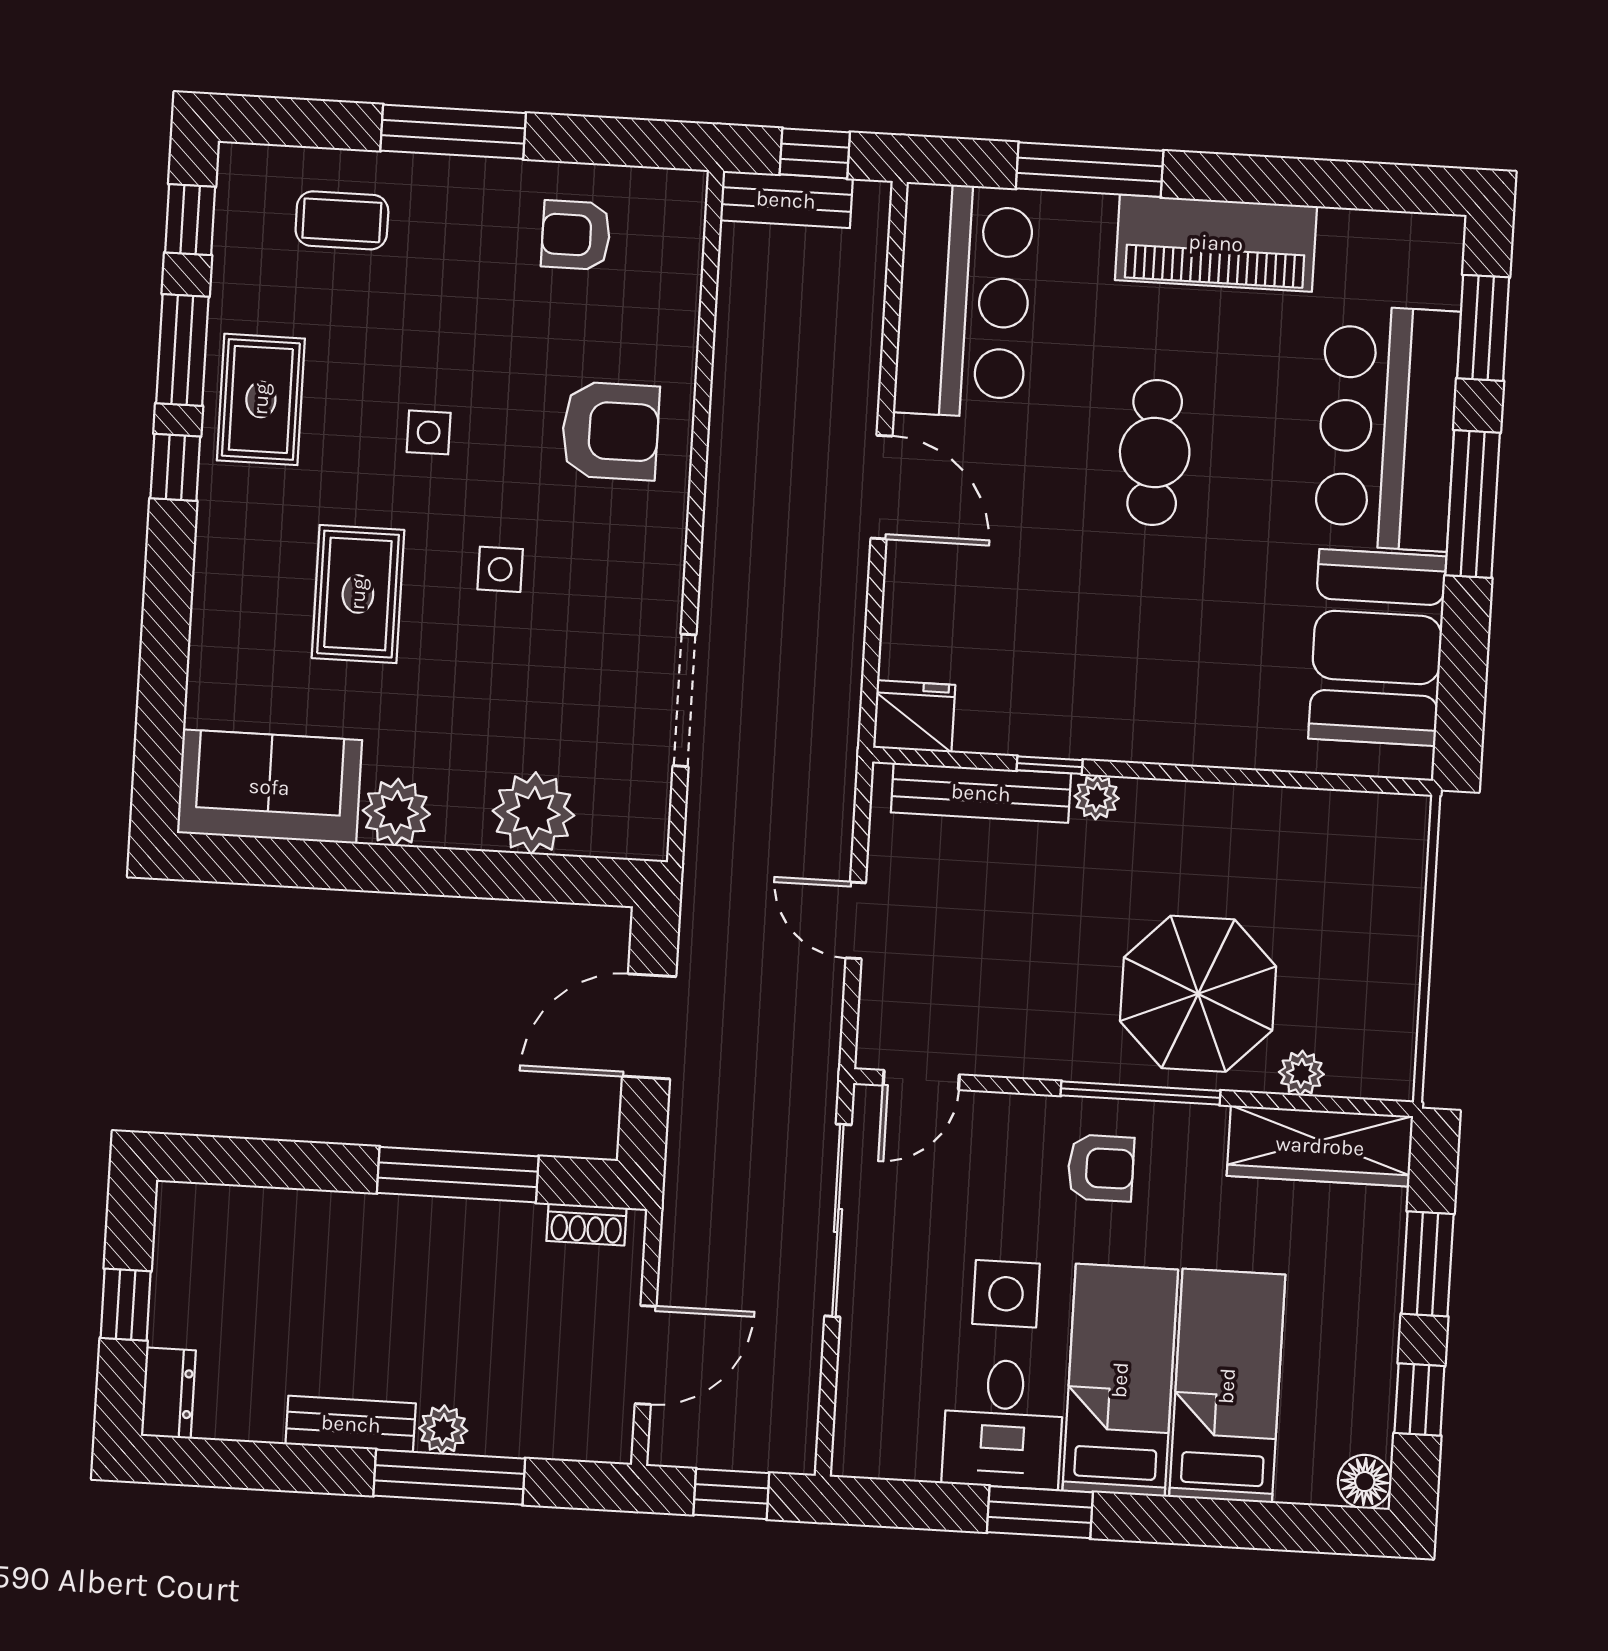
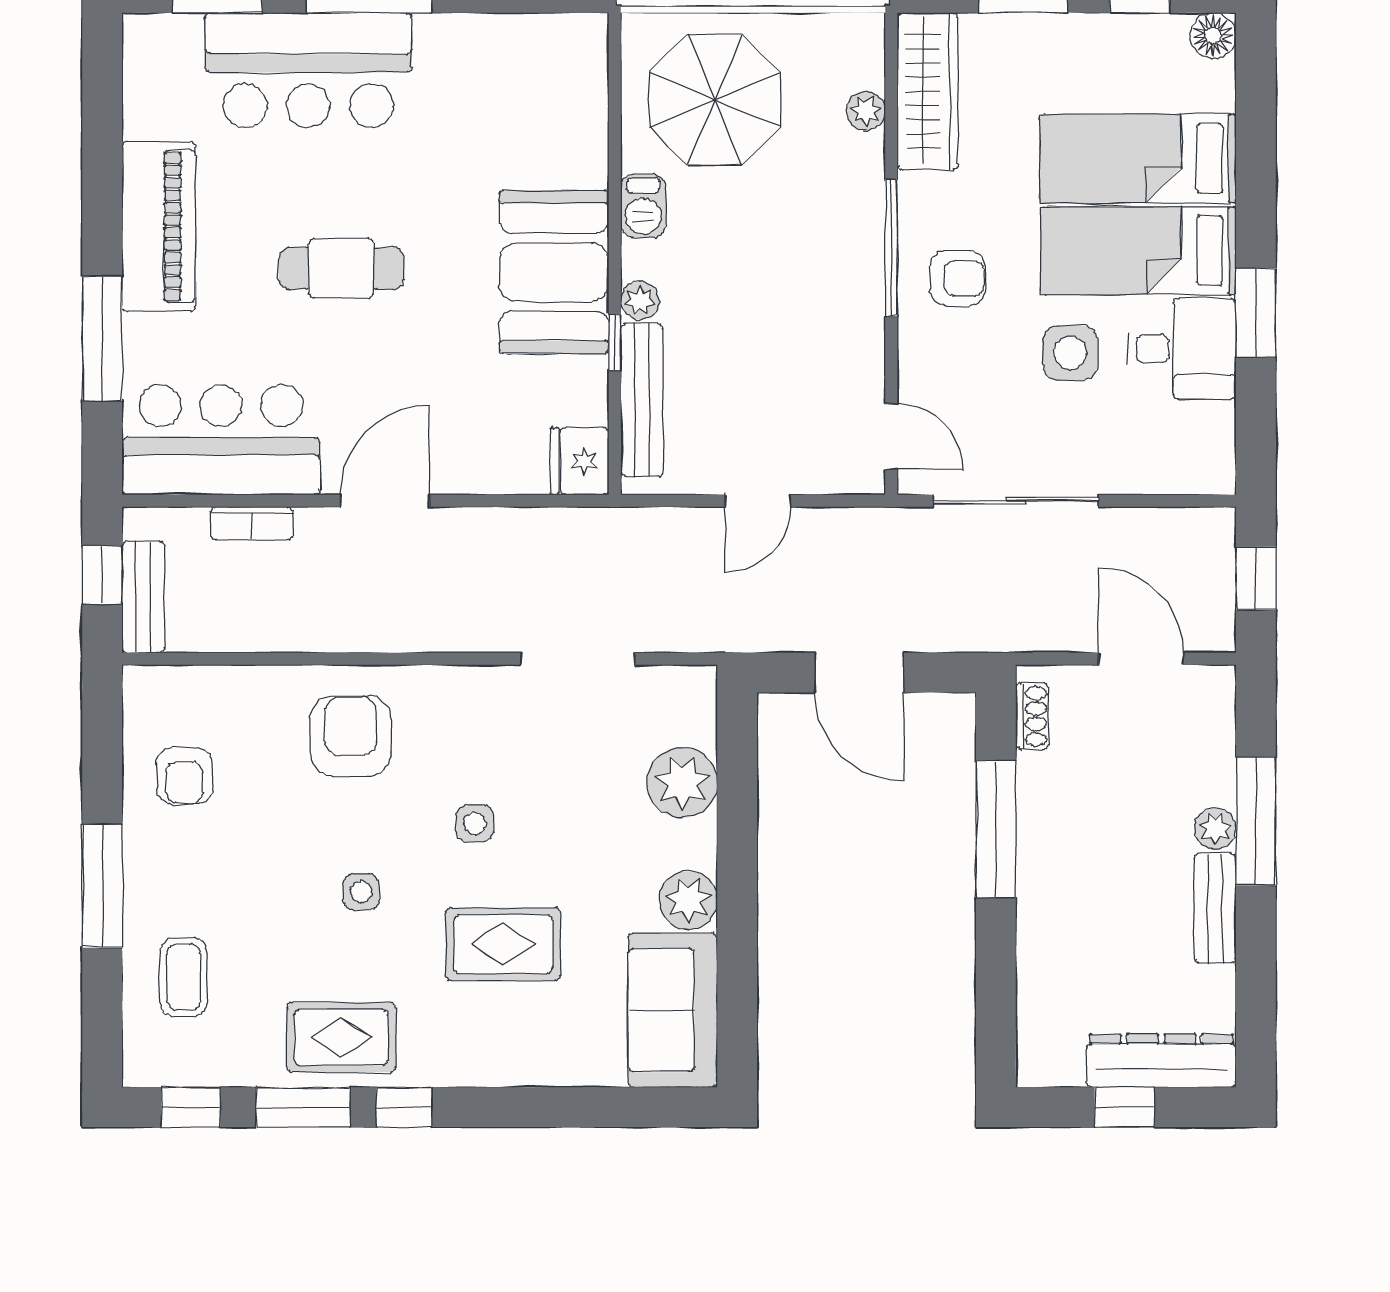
bookcase: (865, 331) -> (252, 523), added
booth: (1377, 647) -> (554, 272), moved, turned 90
barbecue: (1206, 808) -> (643, 206), added
parasol: (1198, 994) -> (715, 100), moved
armchair: (1101, 1168) -> (958, 278), turned 90
dresser: (168, 1393) -> (1161, 1061), width x1.96, depth x1.24

